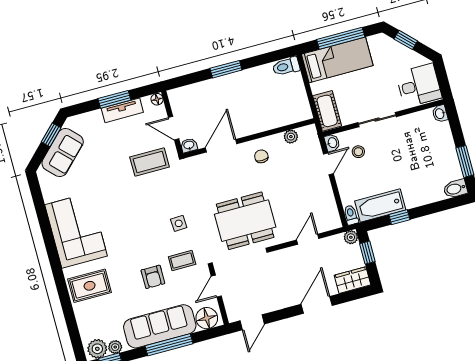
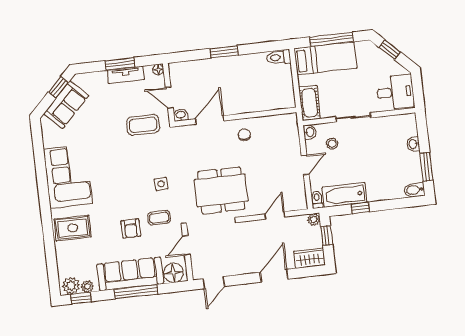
washbasin: (440, 114) -> (413, 144), moved
plant: (291, 137) -> (273, 121), removed
door: (328, 164) -> (305, 165), moved

